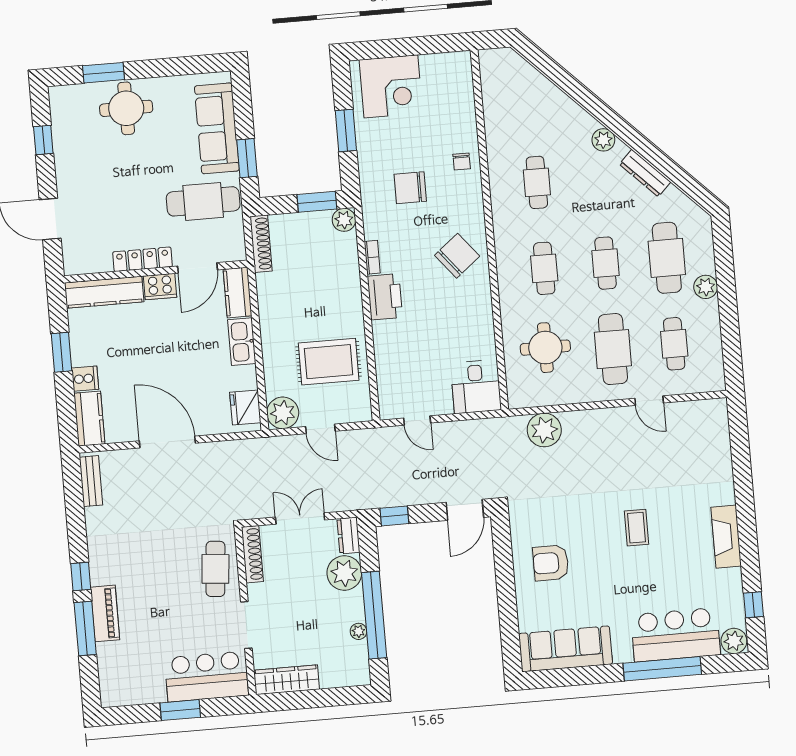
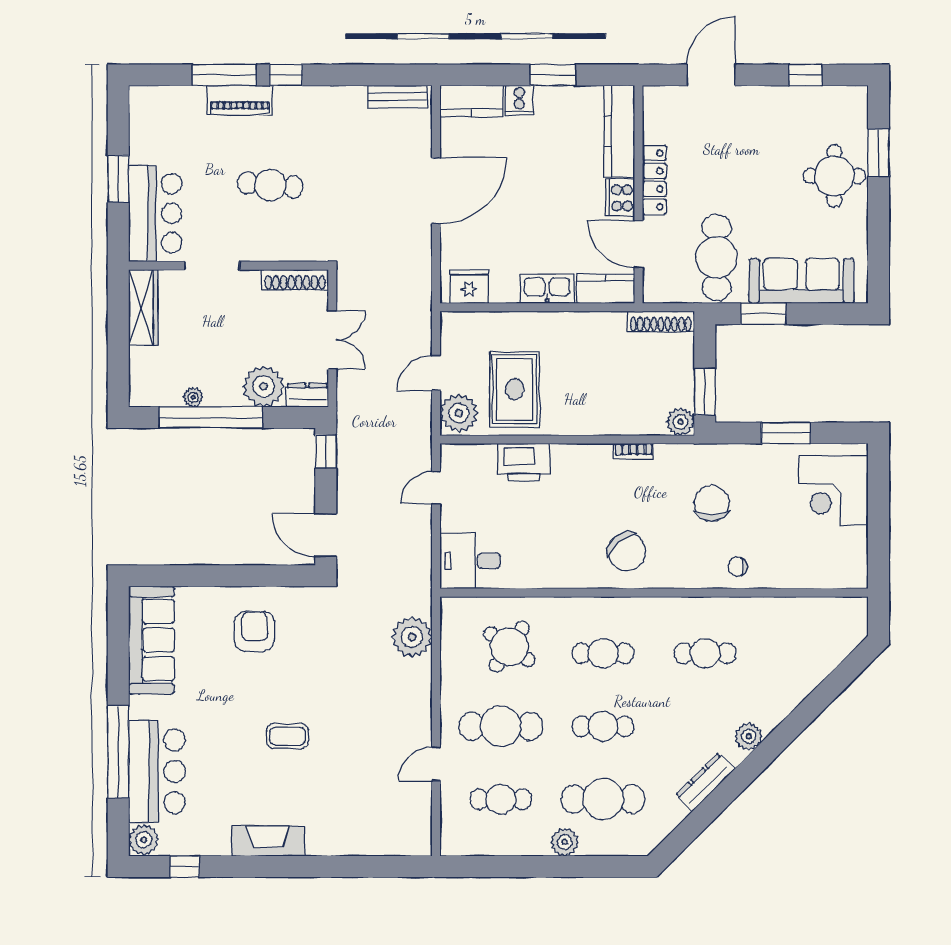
printer: (385, 297) -> (524, 462), moved
round table: (545, 348) -> (509, 647), turned 35
plant: (283, 413) -> (459, 413), moved
cafe table: (215, 569) -> (270, 185), moved

